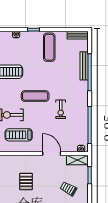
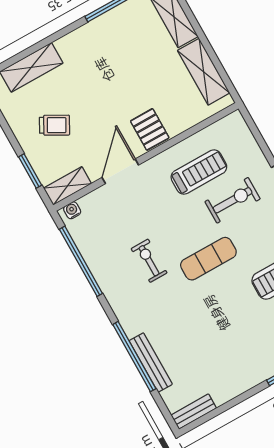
exercise mat: (49, 47) -> (232, 361), removed
door: (52, 154) -> (120, 171), swing flipped
pallet: (26, 181) -> (150, 129), moved

